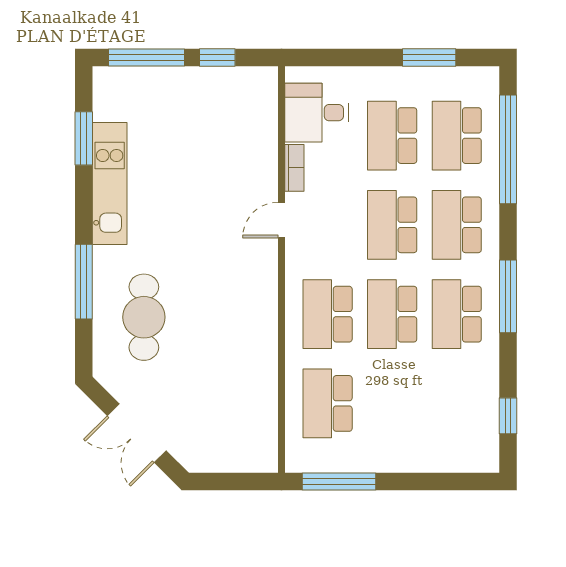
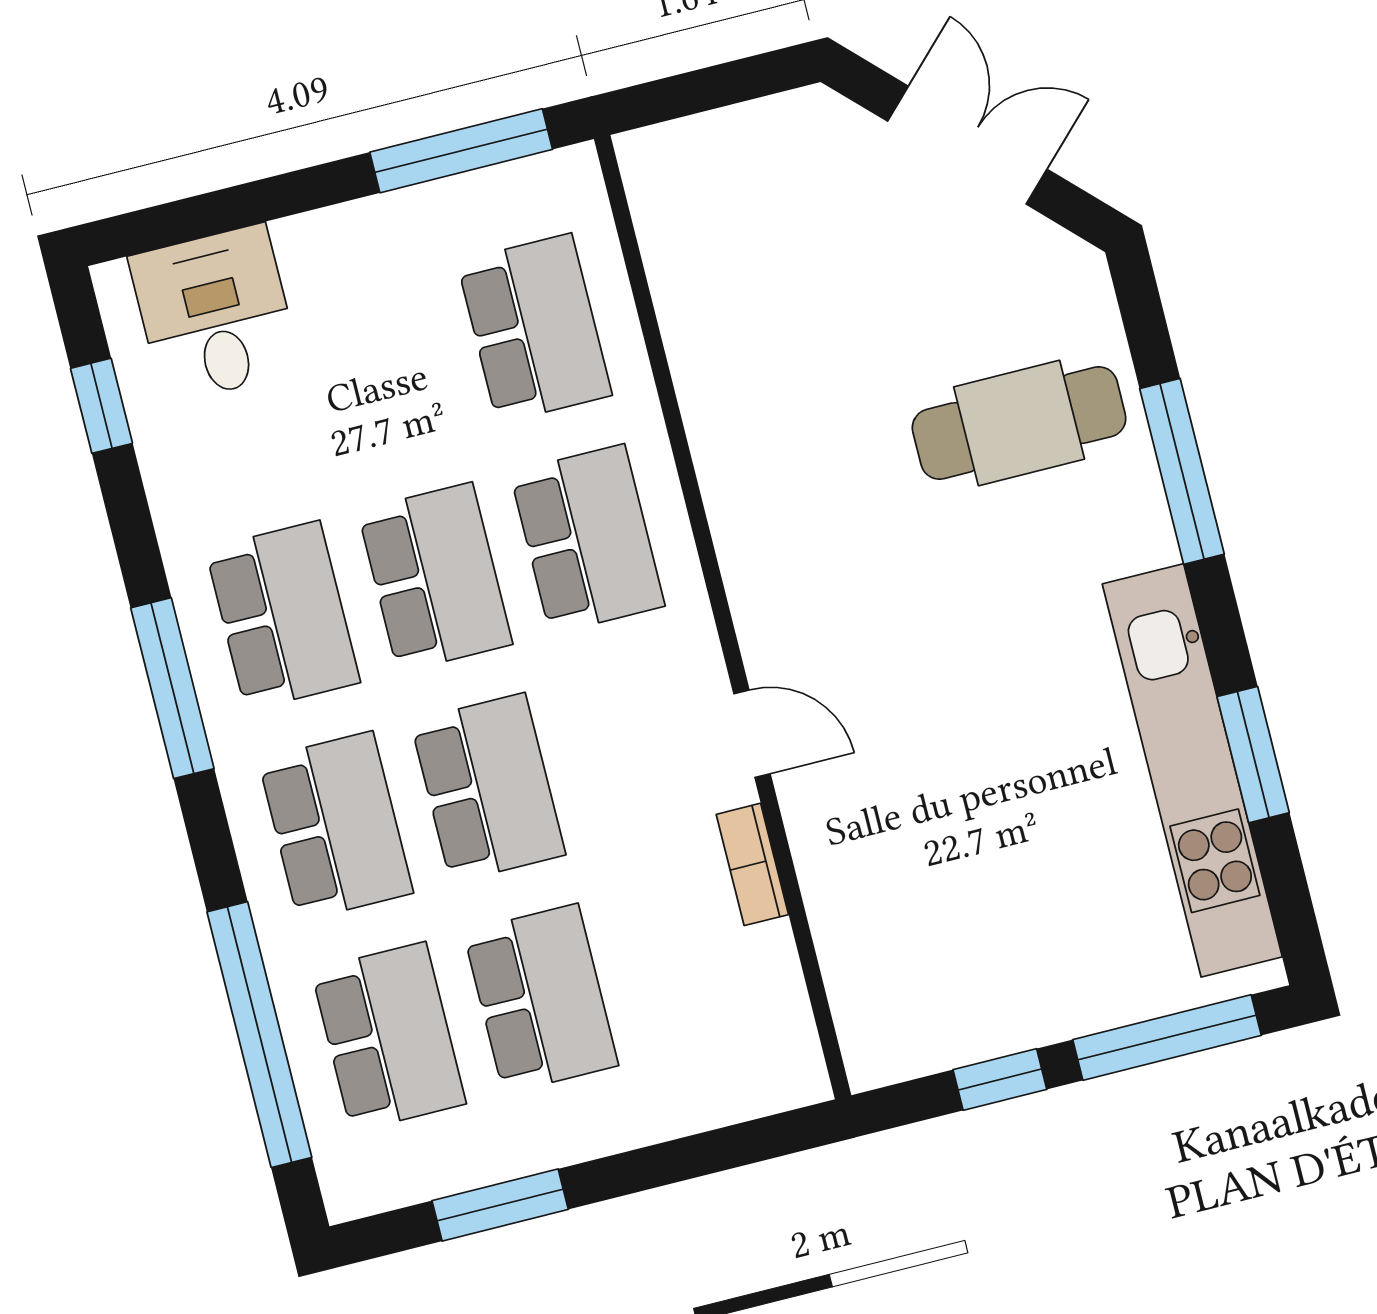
desk: (317, 113) -> (215, 314), moved, turned -90
window: (84, 138) -> (1253, 755), moved
kitchen unit: (110, 184) -> (1192, 770), width x1.36
door: (281, 220) -> (752, 734), hinge flipped
cafe table: (144, 317) -> (1019, 423), turned 90

